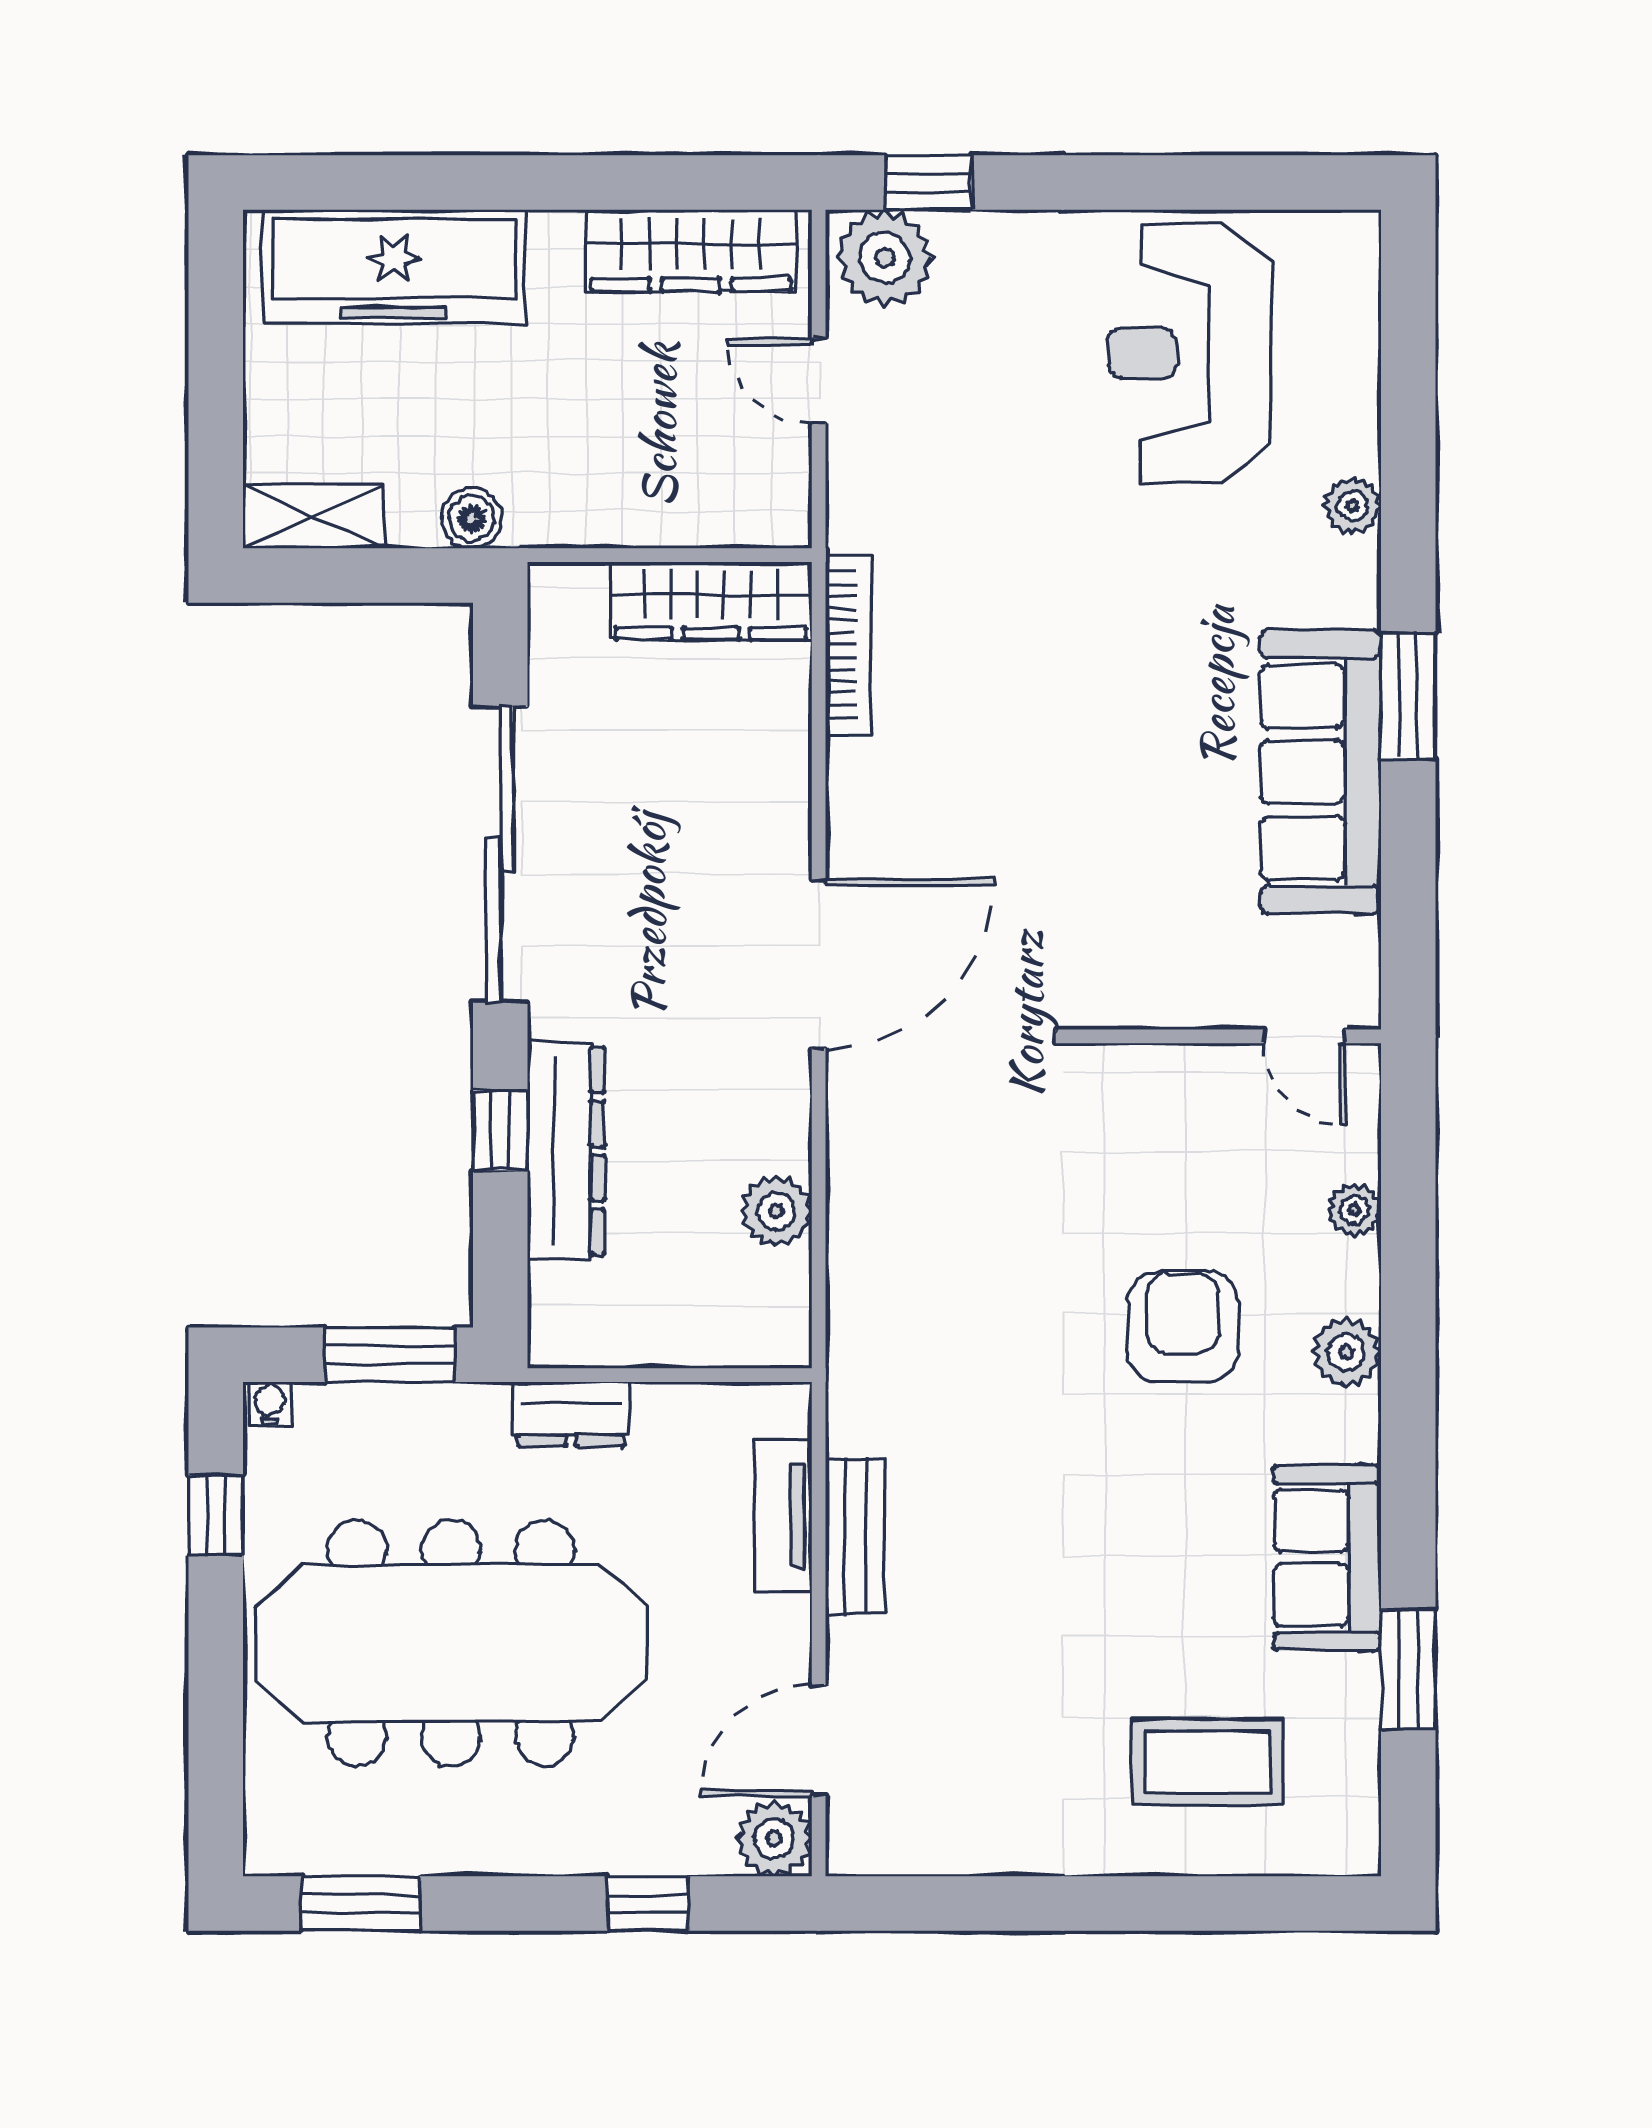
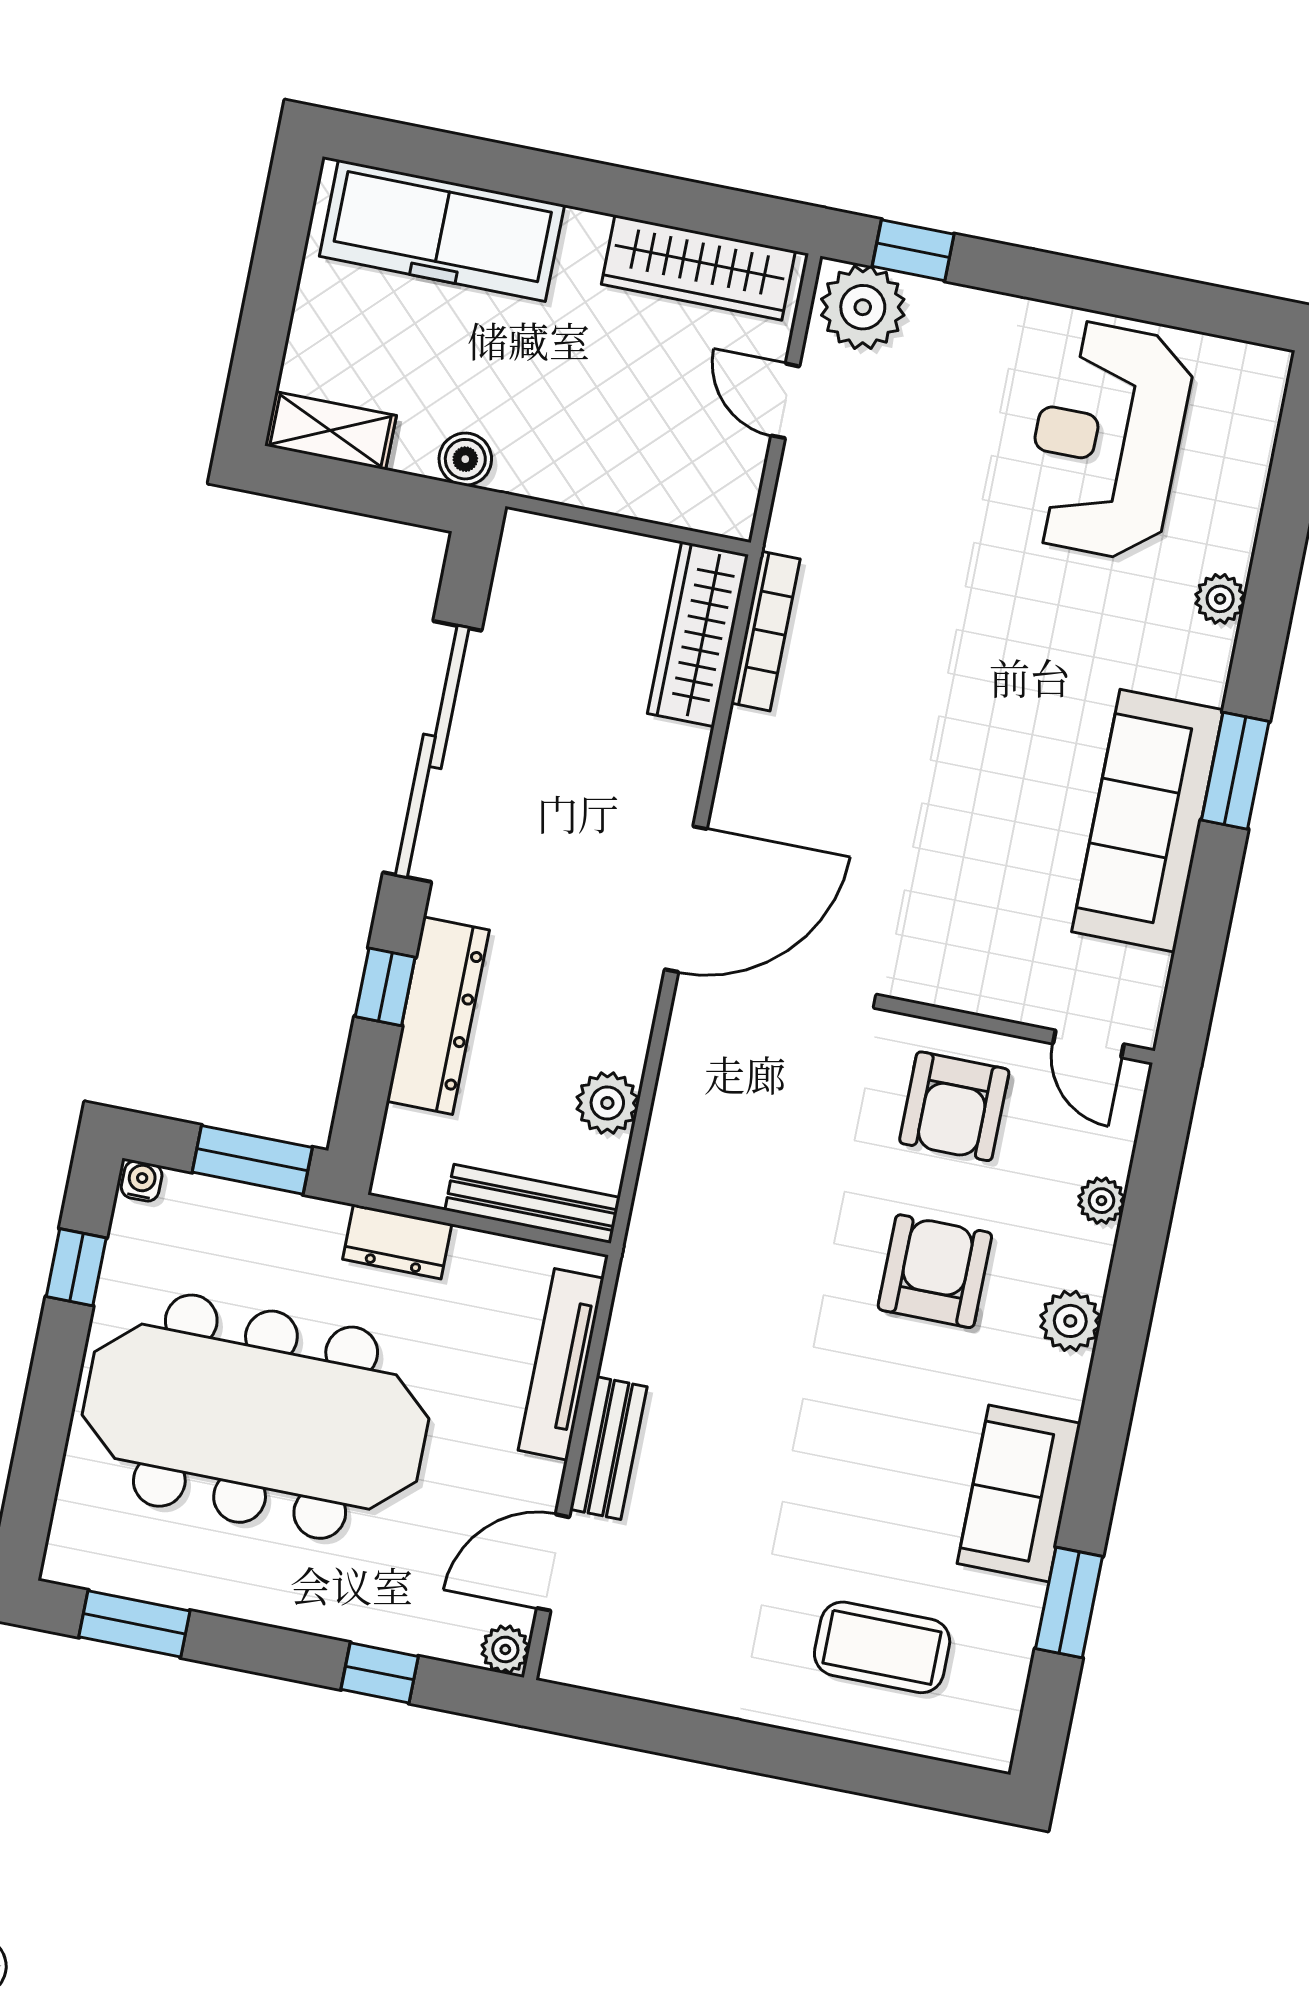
wardrobe: (711, 601) -> (698, 634), moved, turned 90
armchair: (1167, 1137) -> (954, 1106), added
bench: (714, 1341) -> (532, 1204), added
tv unit: (783, 1515) -> (561, 1364), width x1.41
bench: (855, 1536) -> (608, 1448), moved
plant: (774, 1839) -> (505, 1649), width x0.73, depth x0.73

